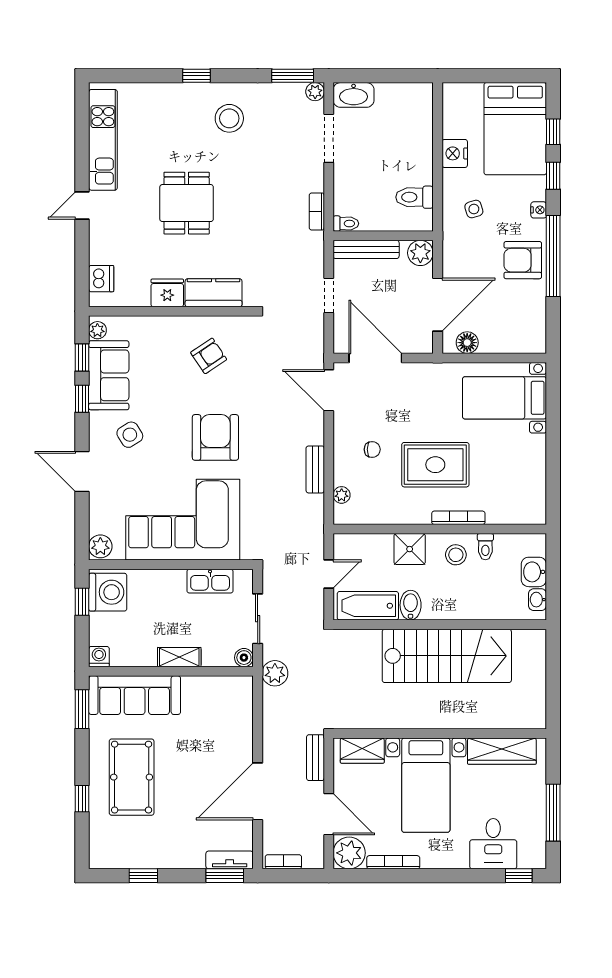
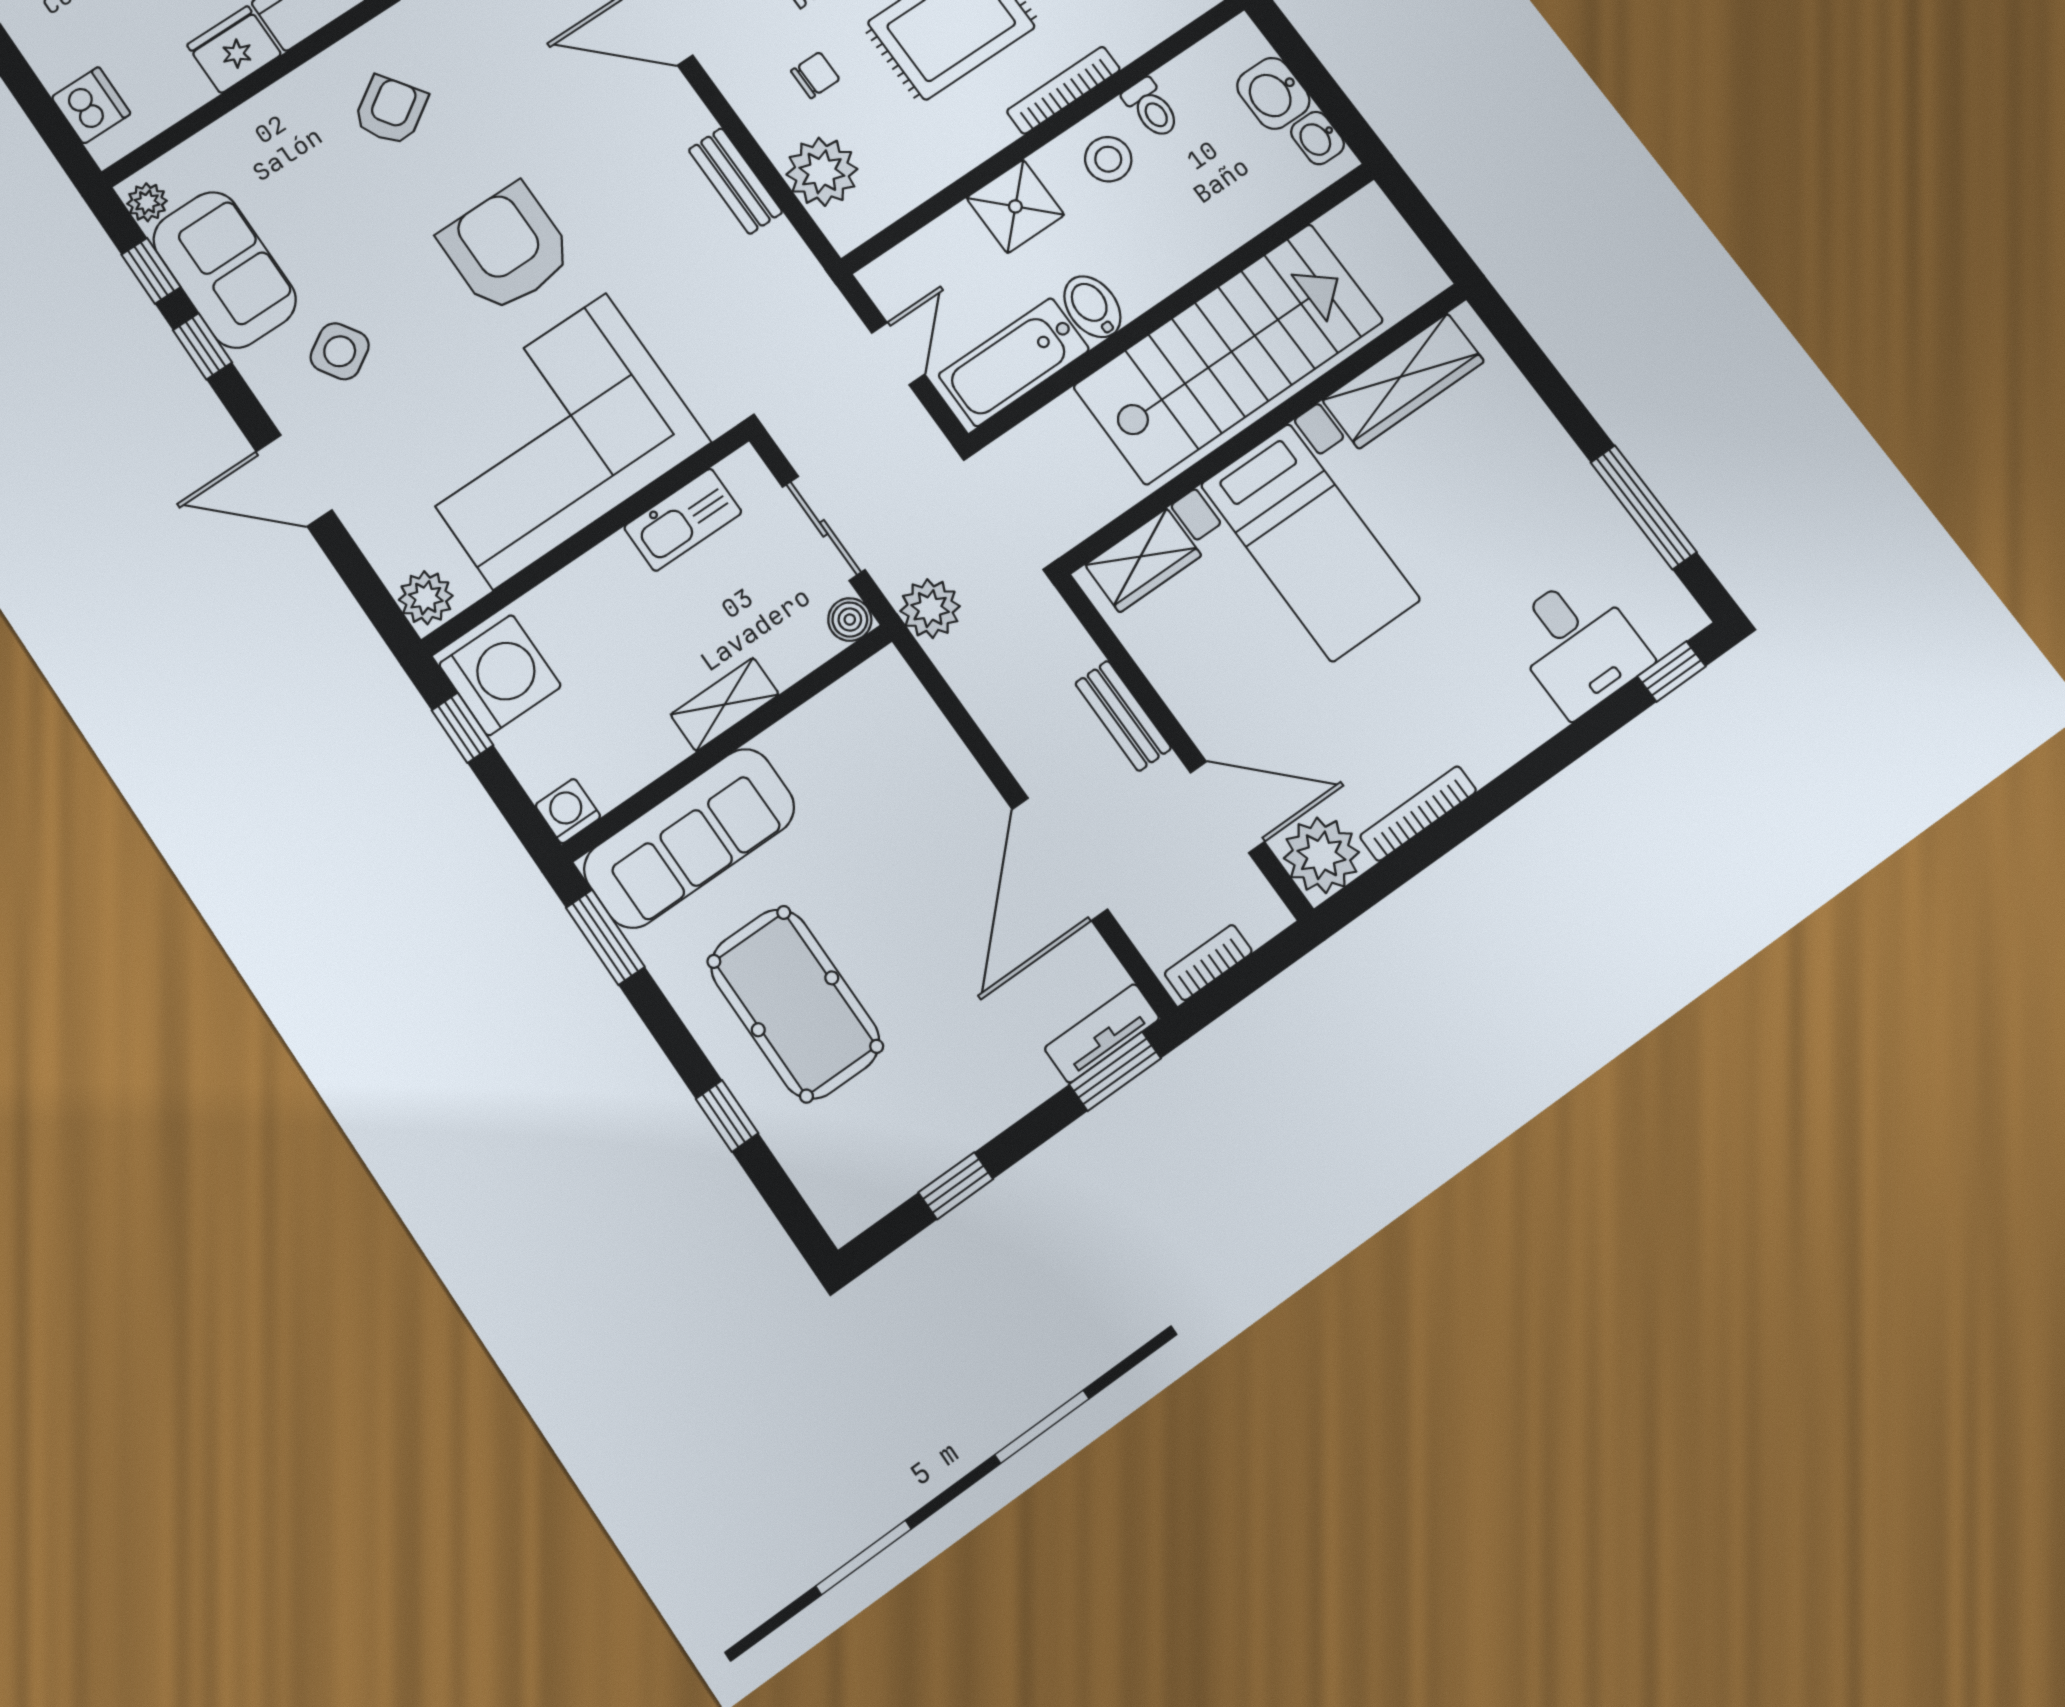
plant: (342, 495) -> (822, 172), width x1.88, depth x1.88
wall: (440, 733) -> (1264, 428), moved
wardrobe: (362, 751) -> (1143, 560), moved
wardrobe: (502, 751) -> (1403, 381), moved
bed with nightstands: (426, 785) -> (1310, 542), moved

